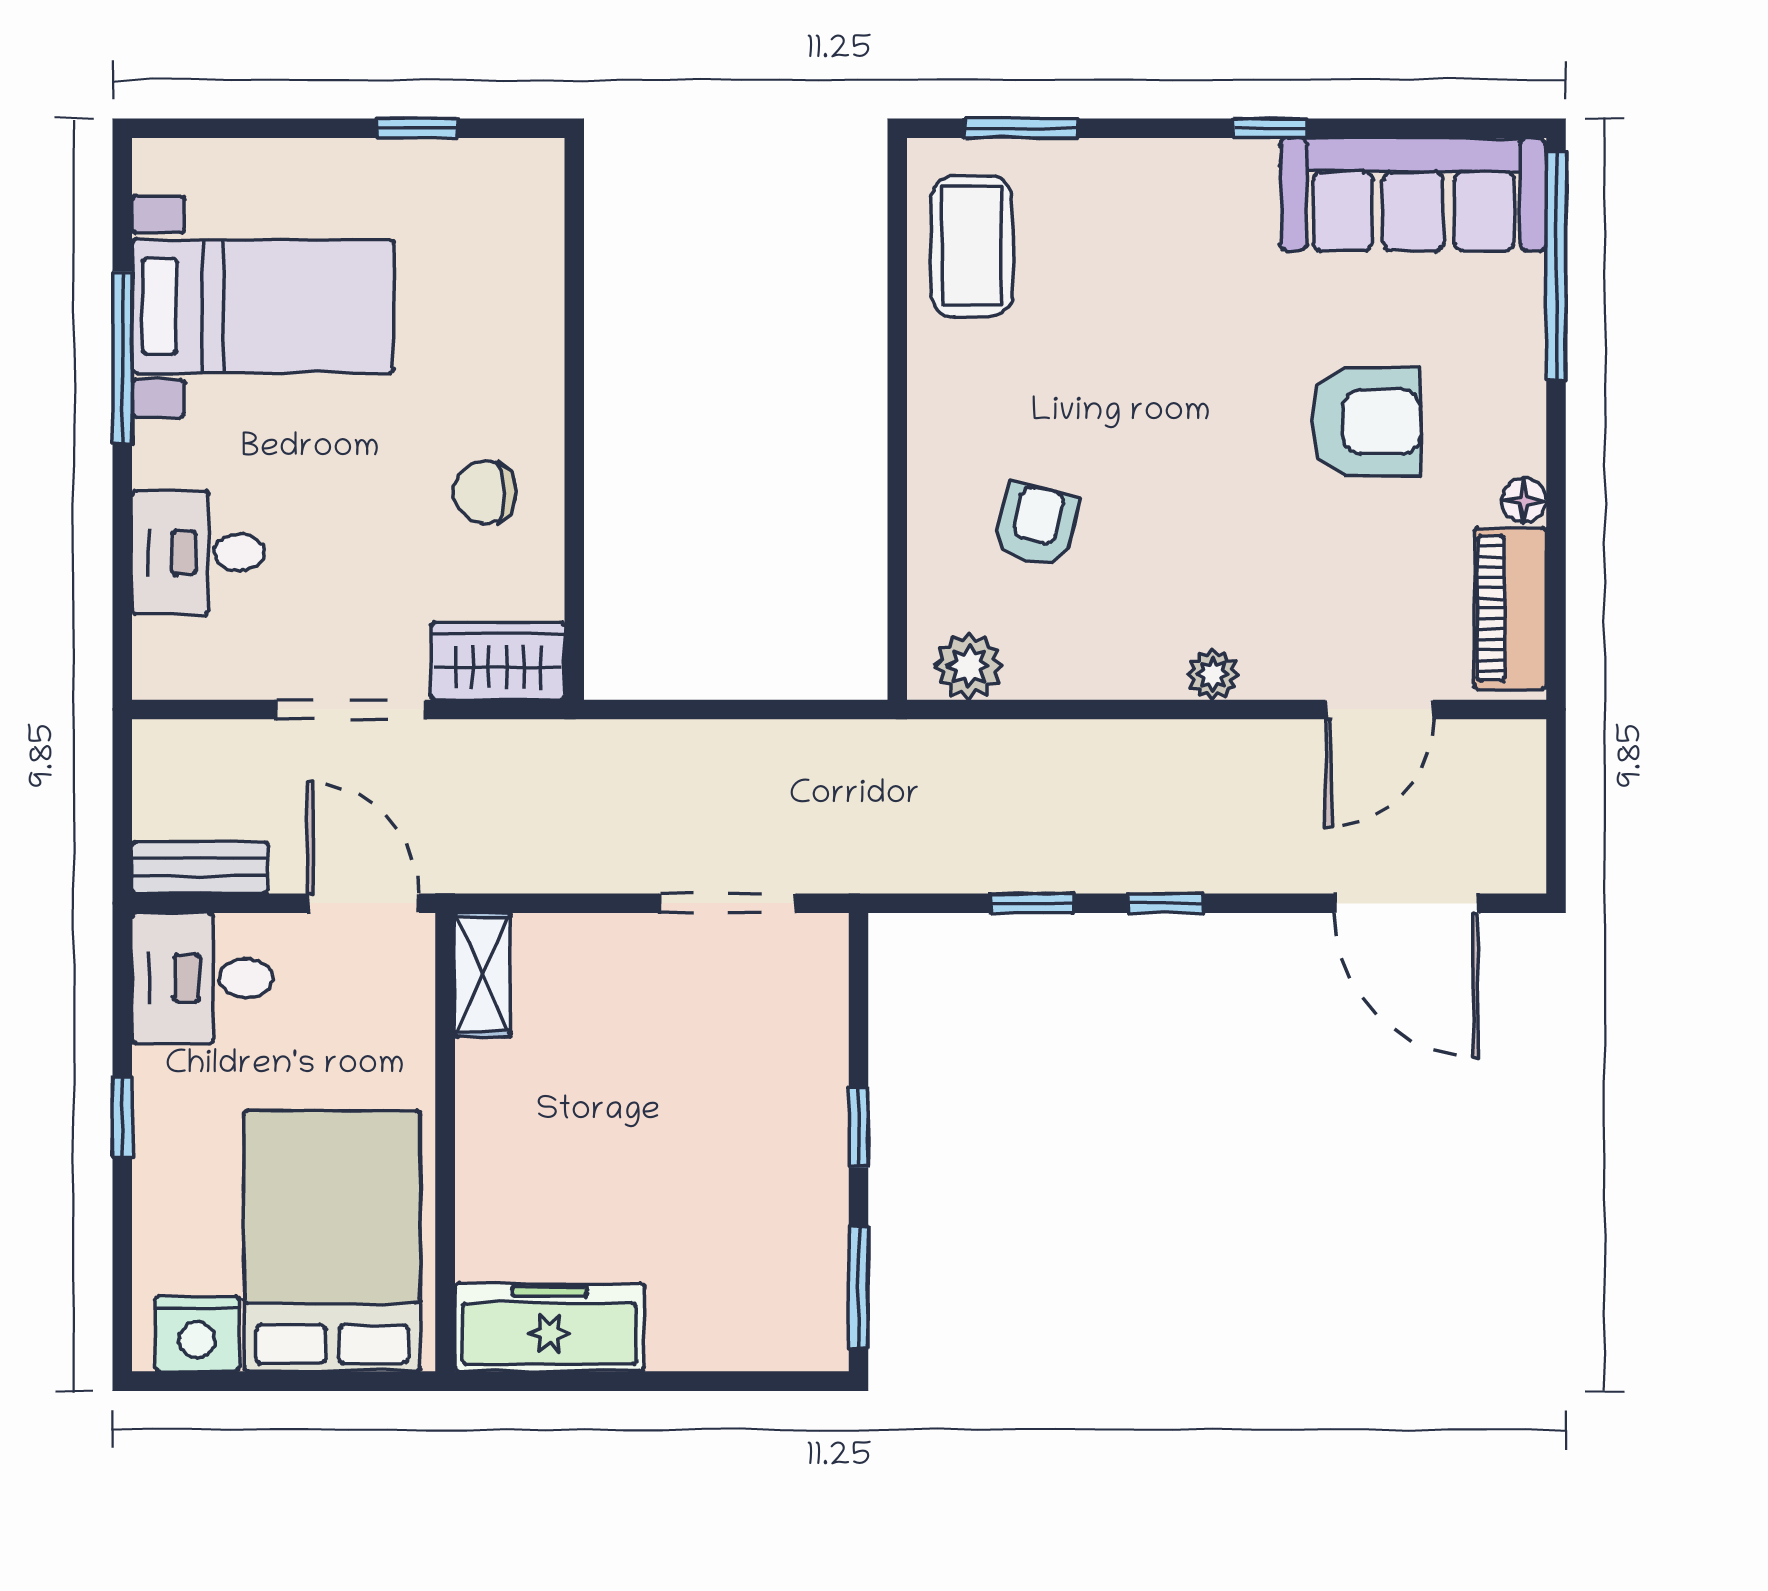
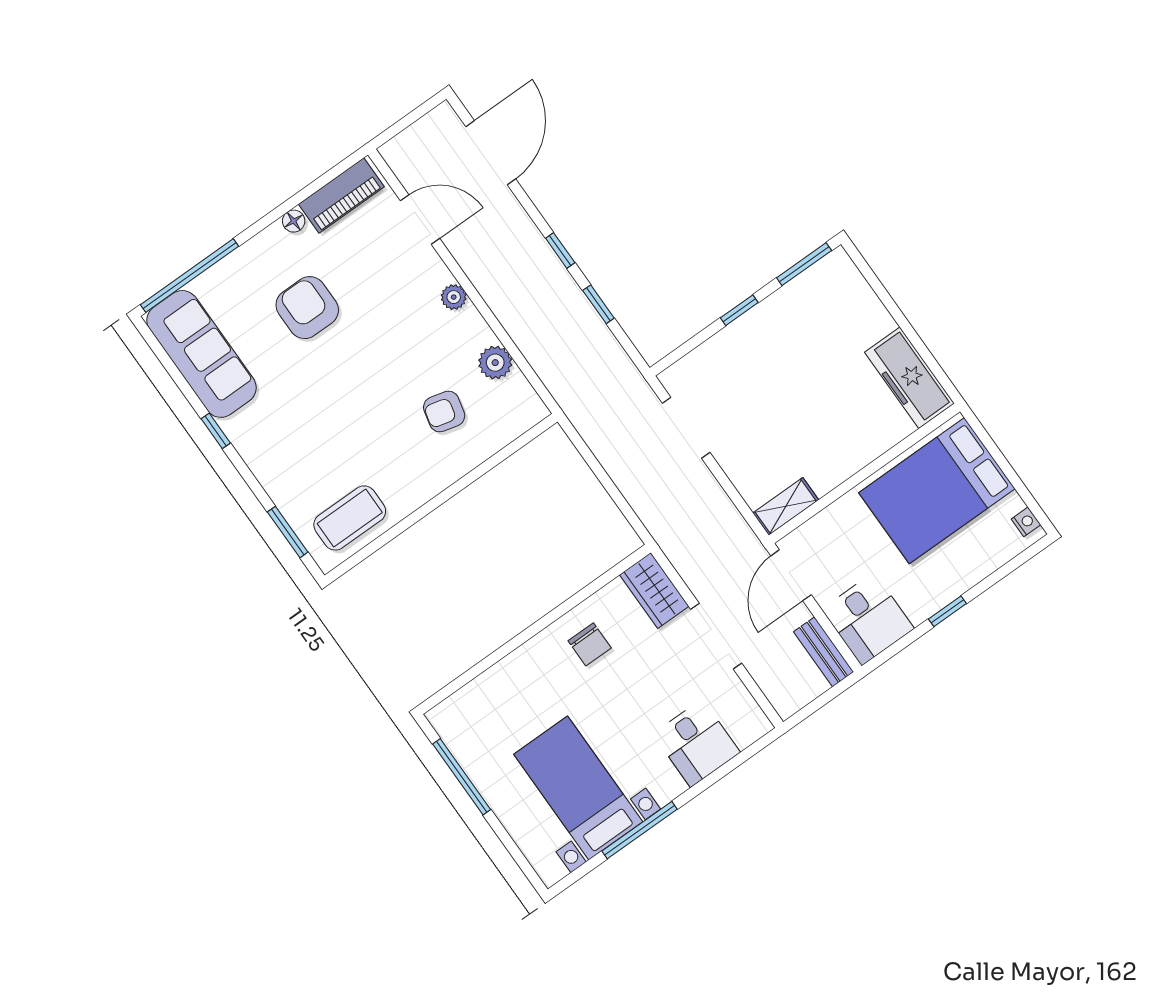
window: (417, 128) -> (462, 777), width x2.17
plant: (969, 666) -> (495, 363), moved
nightstand: (197, 1334) -> (1026, 522), width x0.53, depth x0.56

